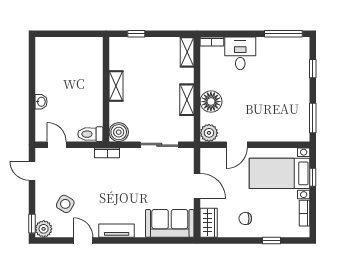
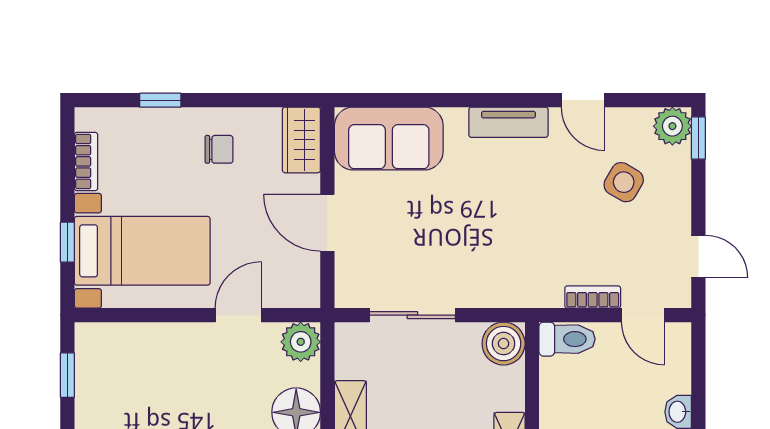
window: (313, 118) -> (67, 375), width x0.67
bookcase: (107, 153) -> (593, 297), moved

